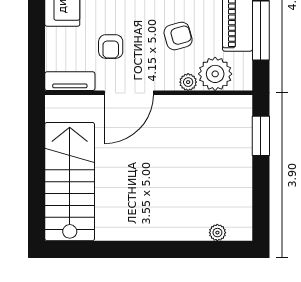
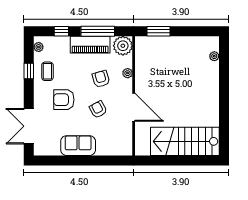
armchair: (111, 47) -> (98, 110), moved, turned -118
plant: (215, 74) -> (123, 46), moved
tv unit: (70, 81) -> (127, 141), removed

